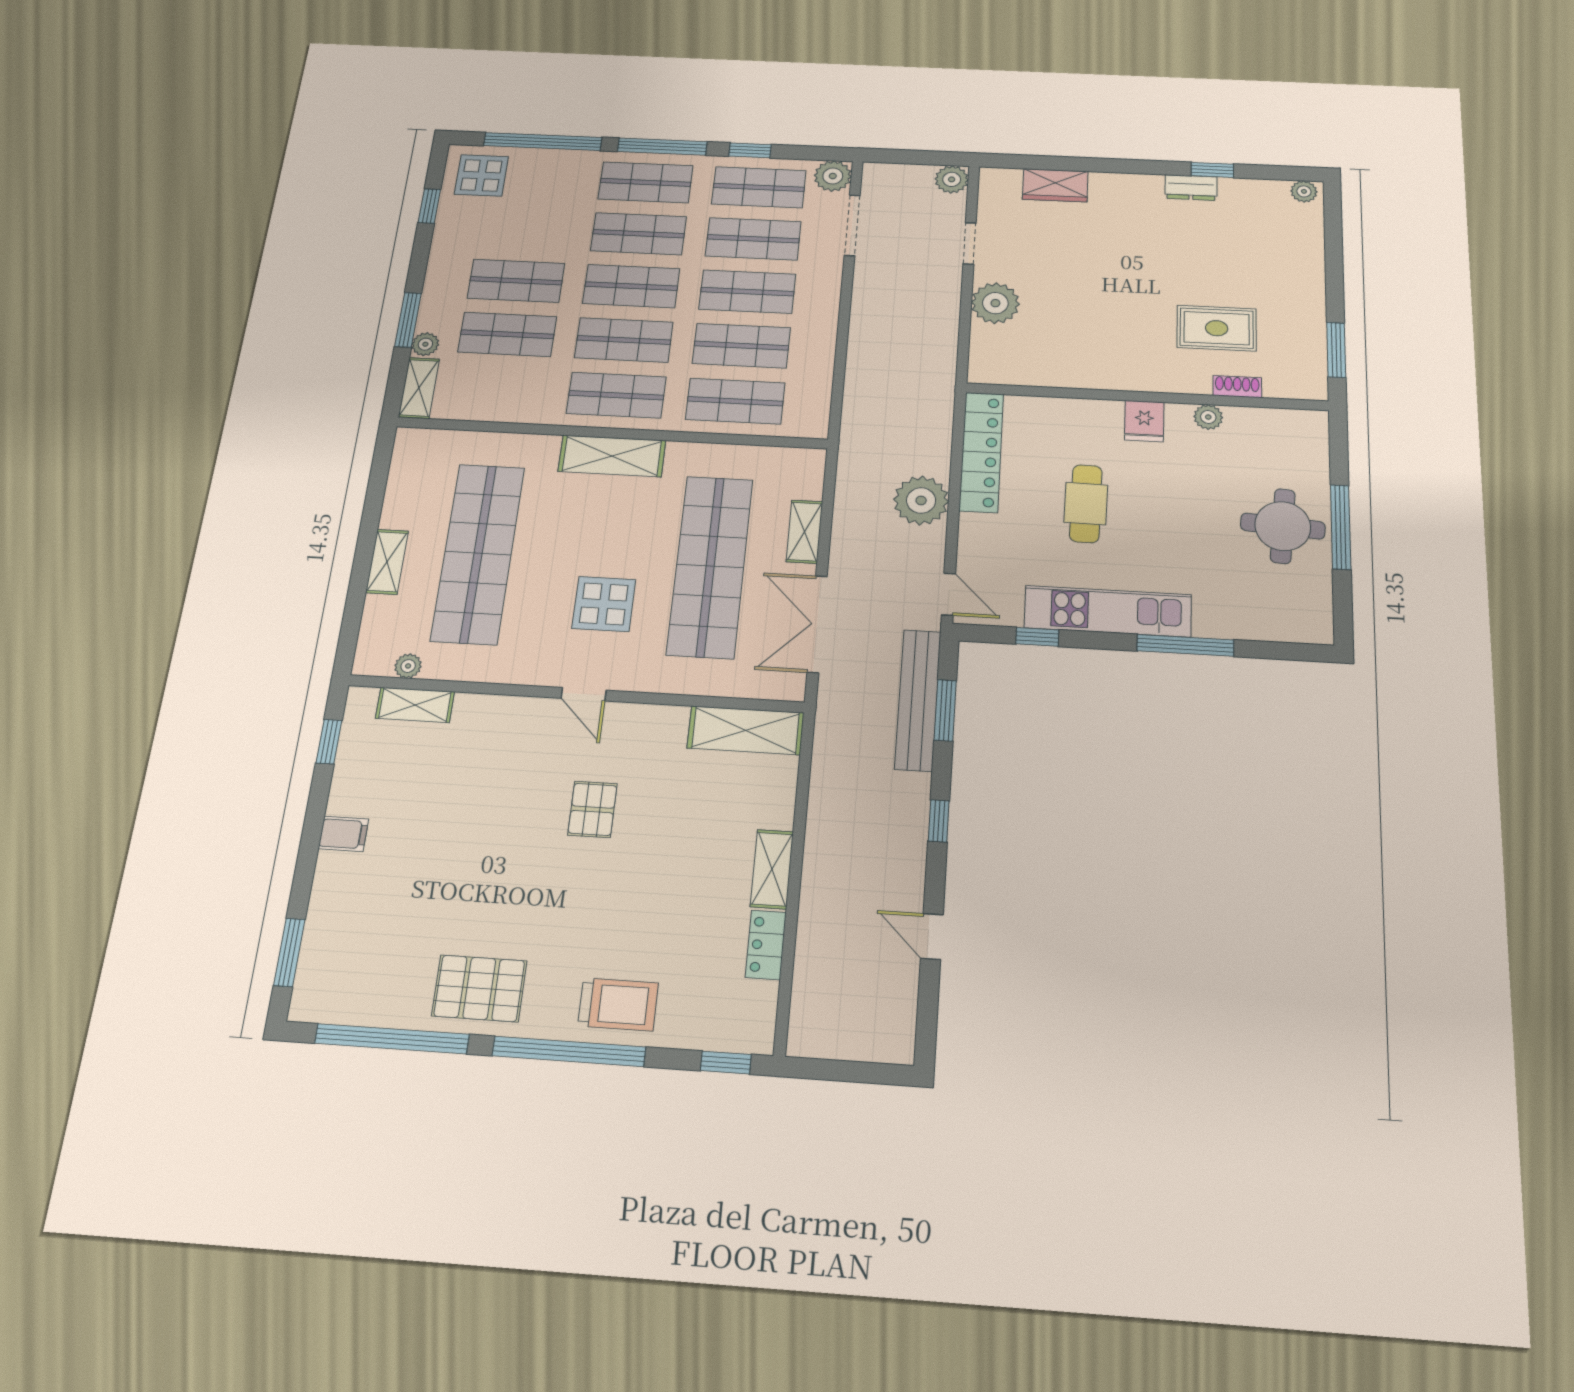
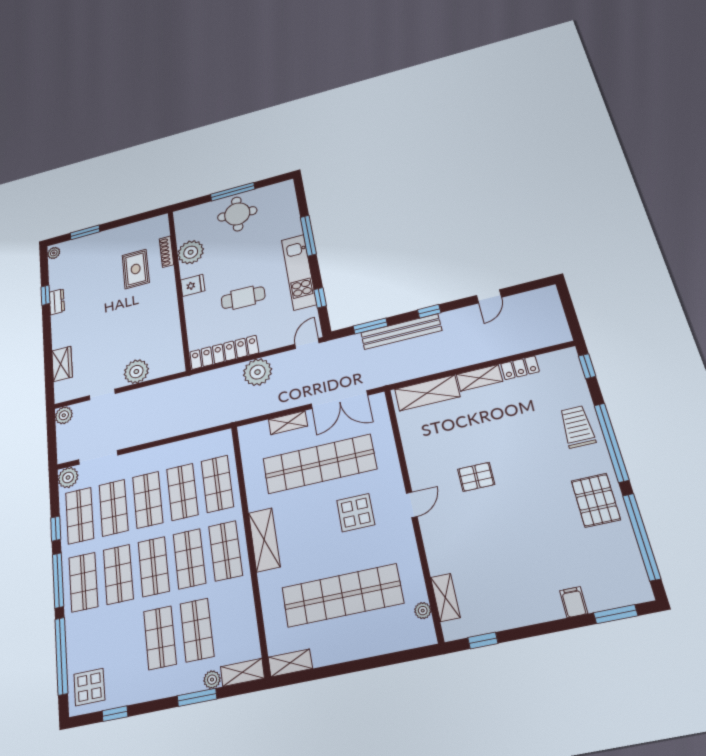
window: (1336, 350) -> (85, 232), moved
shoe rack: (1237, 387) -> (167, 252), width x1.43
plant: (1208, 417) -> (191, 252), width x1.88, depth x1.88
shelving: (387, 562) -> (290, 663), moved
bench: (918, 700) -> (401, 332), moved
shelving: (746, 730) -> (427, 393), moved, turned 90
filing cabinet: (343, 834) -> (574, 602), moved

